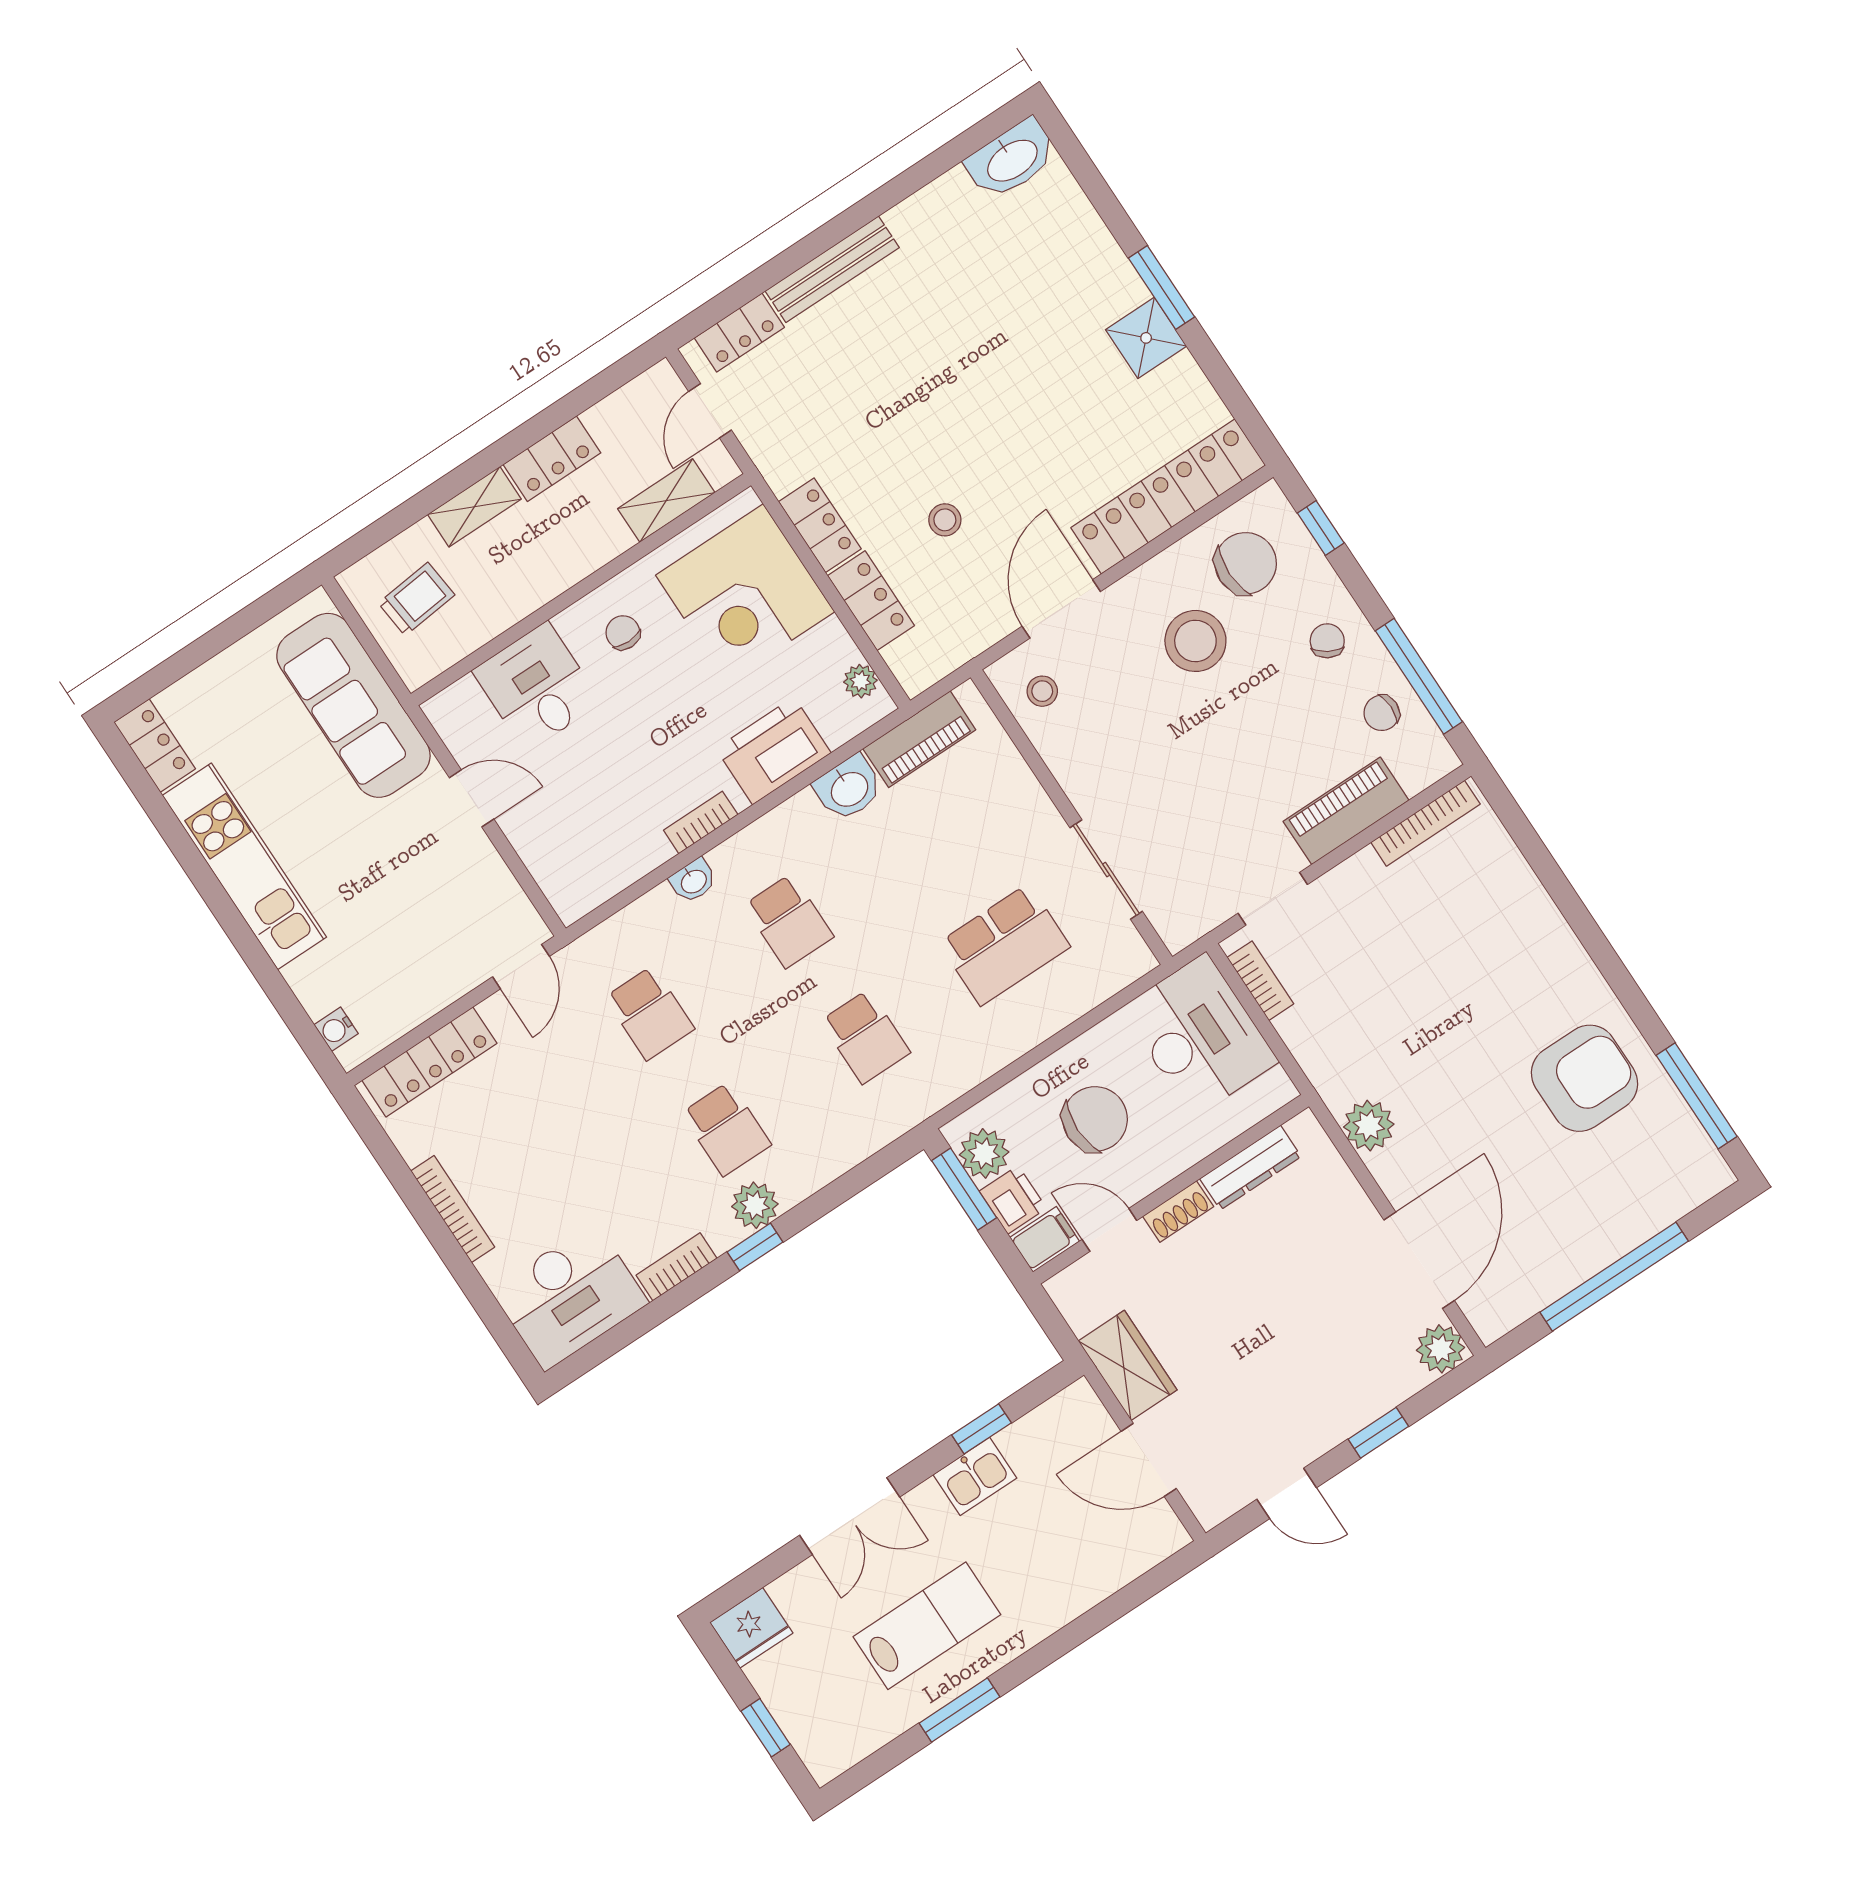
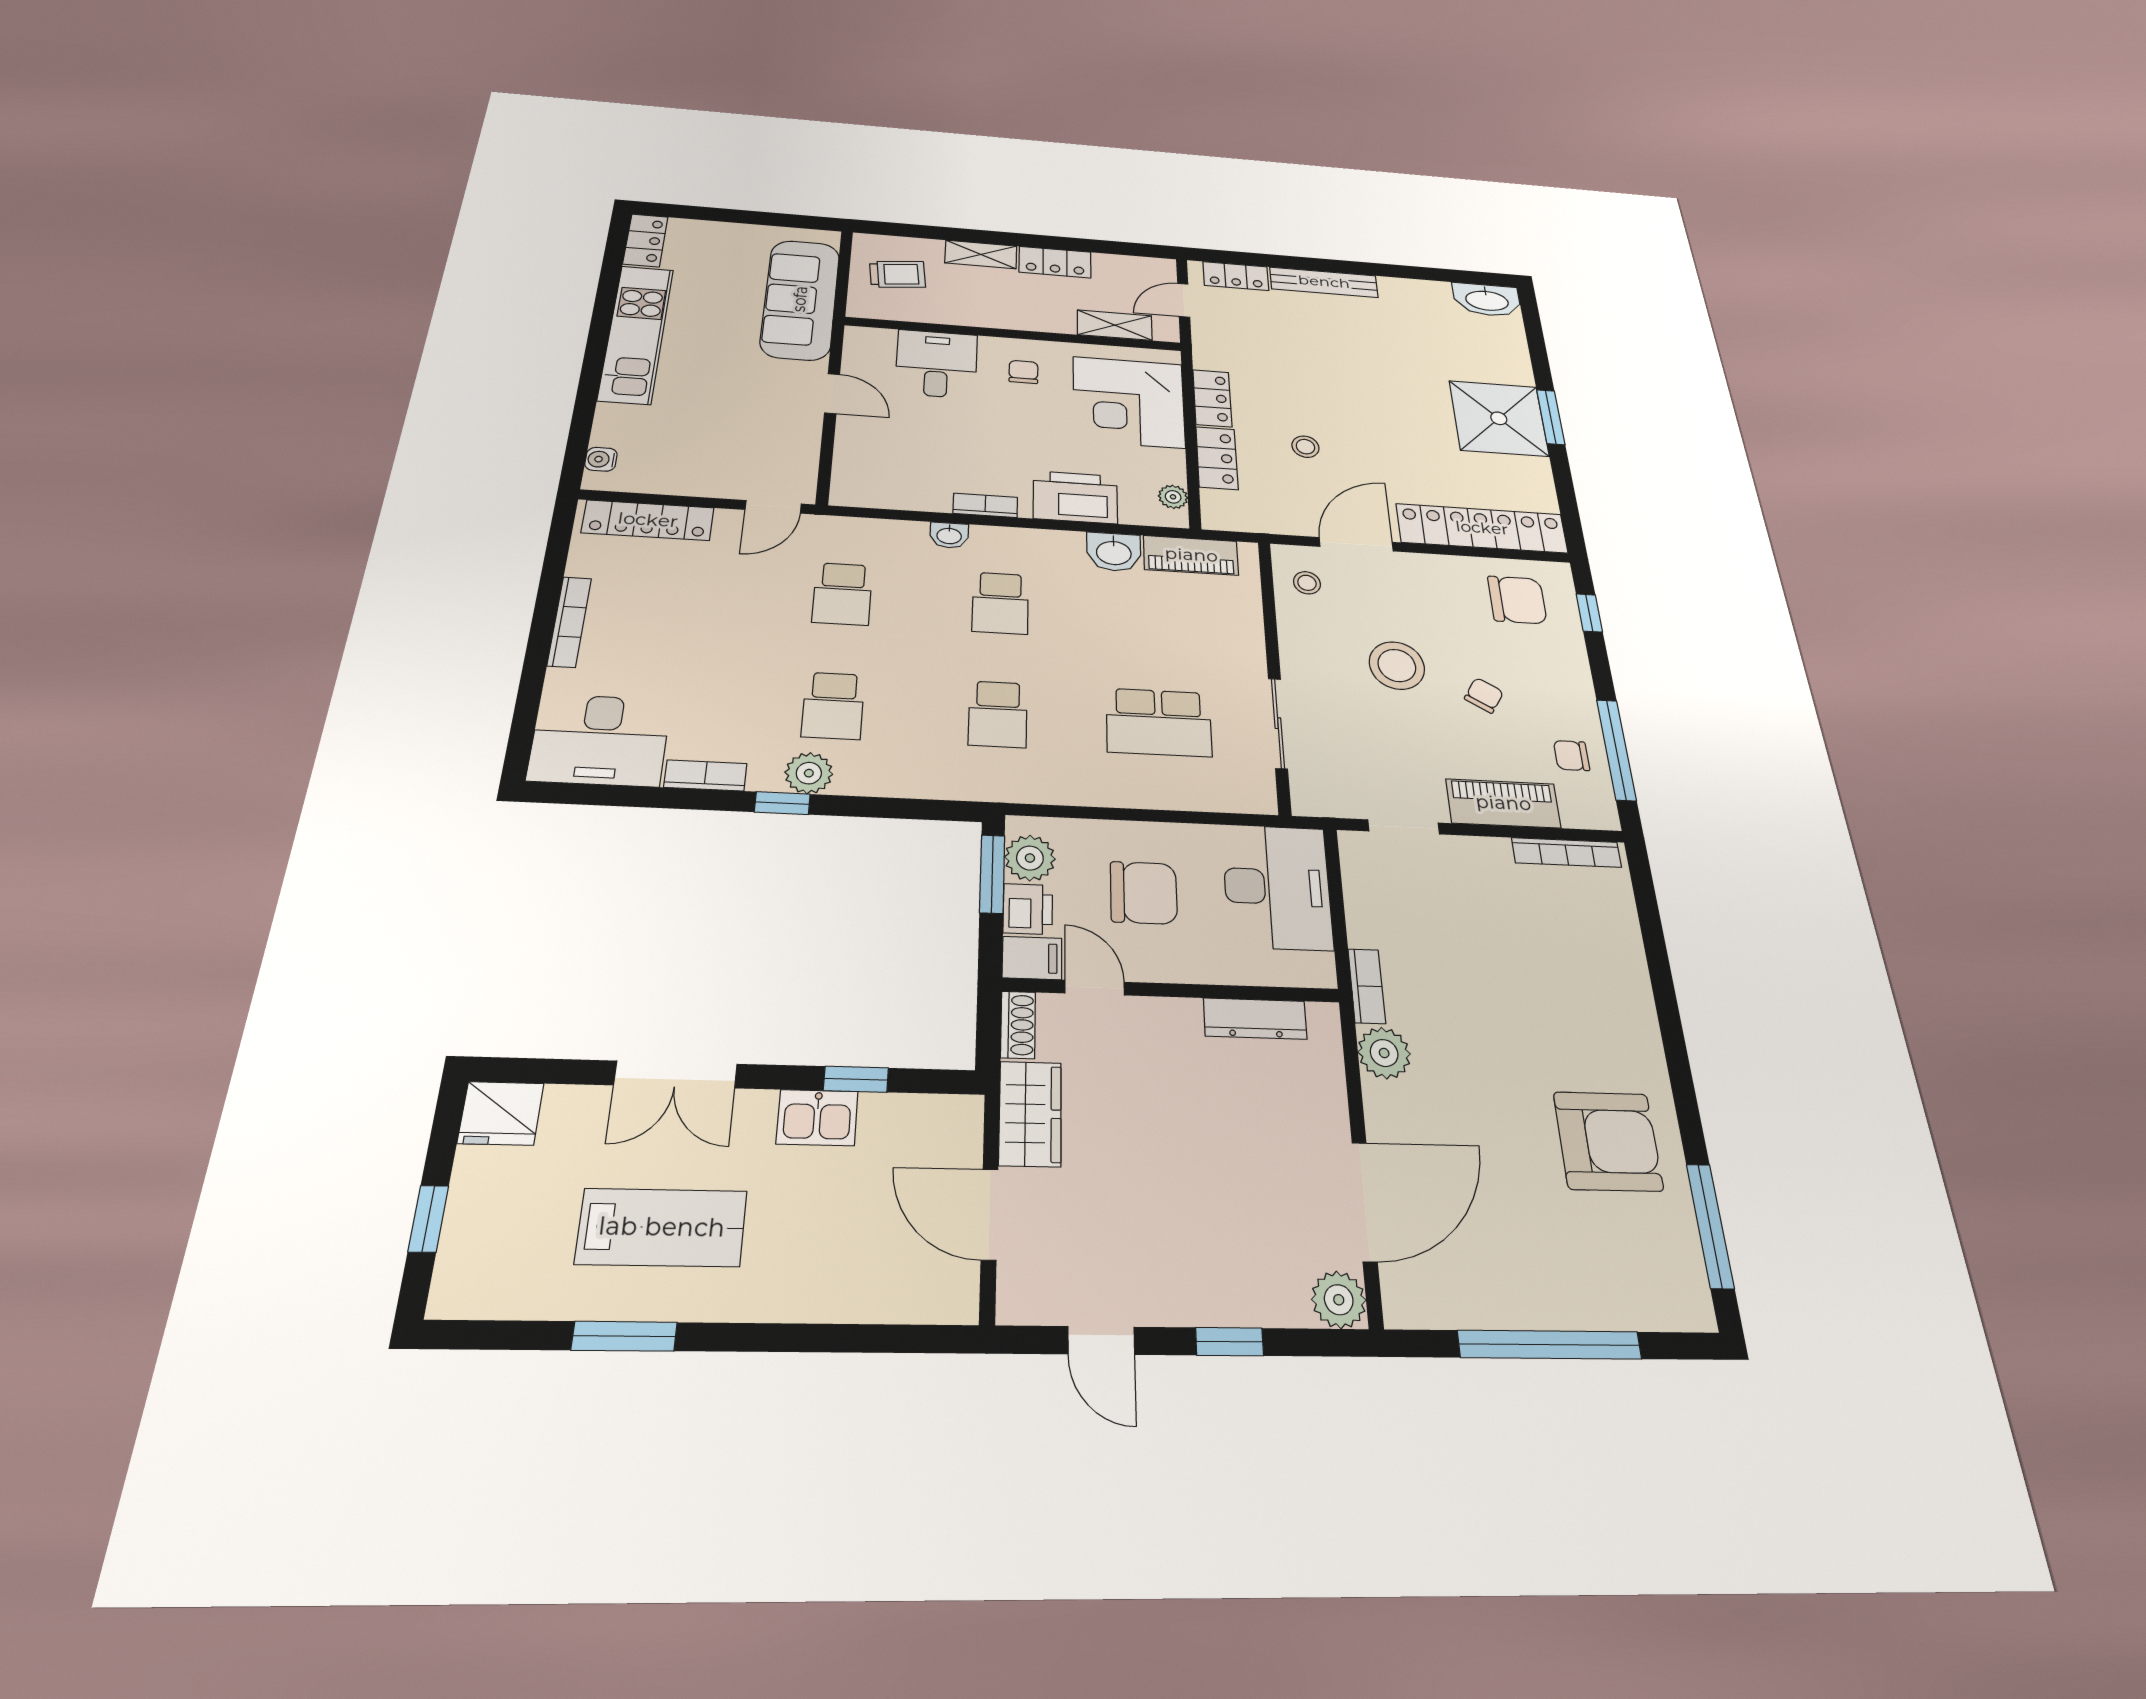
shower: (1146, 338) -> (1499, 418), width x1.86, depth x1.86
stool: (1195, 641) -> (1397, 666), moved
chair: (1327, 641) -> (1484, 695), moved
bookcase: (1260, 981) -> (1367, 986), moved
shoe rack: (1178, 1211) -> (1018, 1025), moved, turned -90

